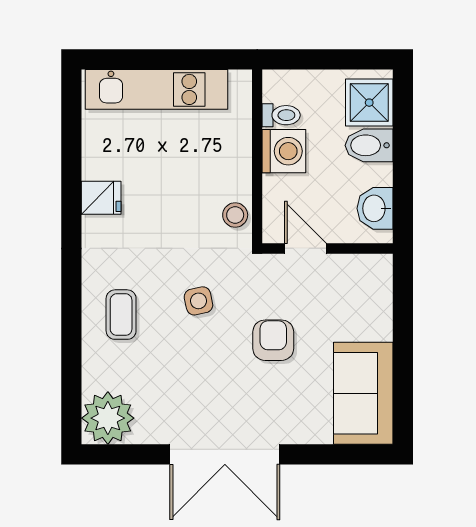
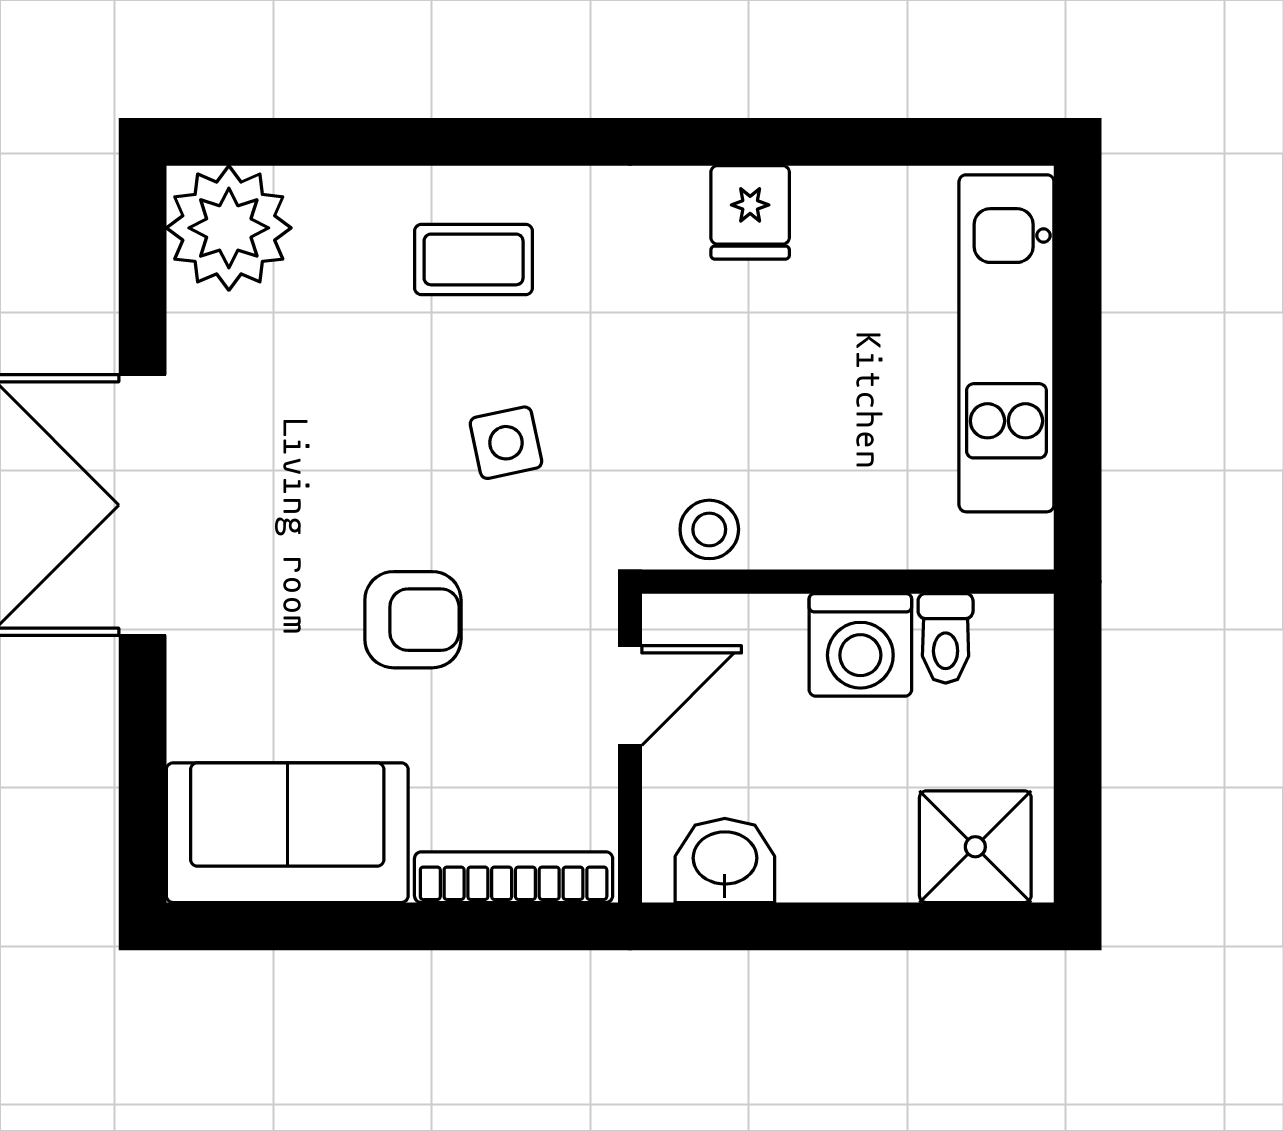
bidet: (369, 145) -> (874, 846), removed
bookcase: (382, 298) -> (514, 877), added

